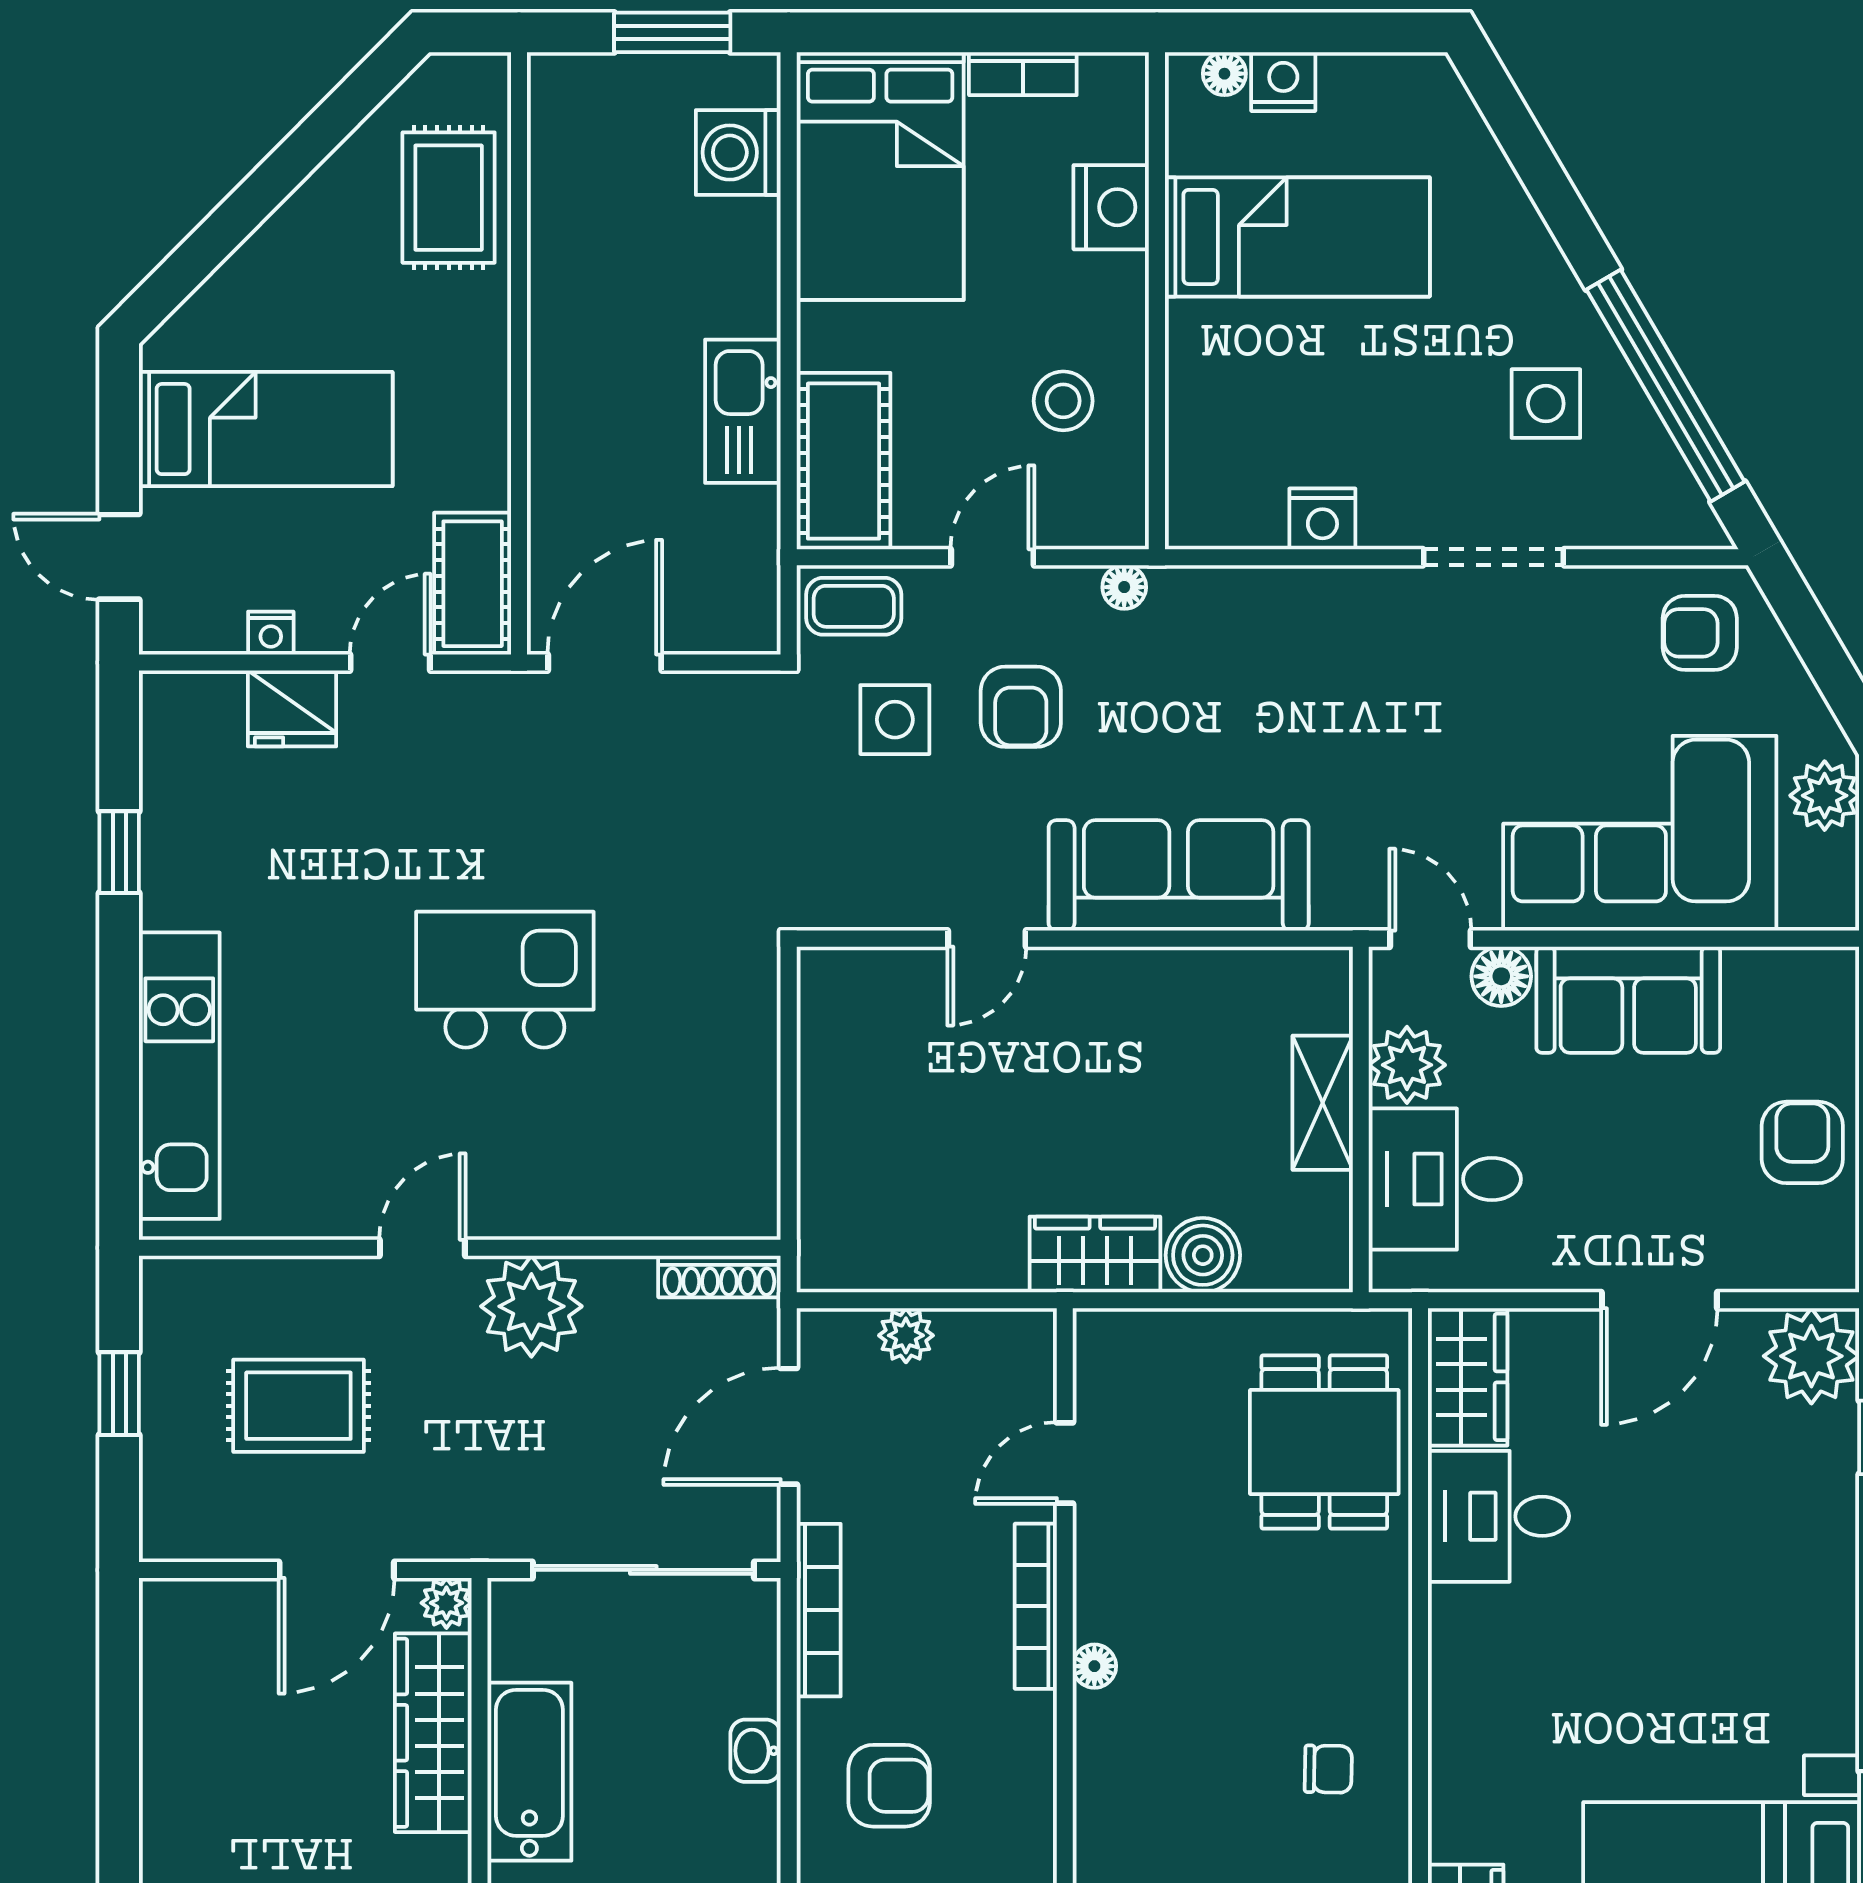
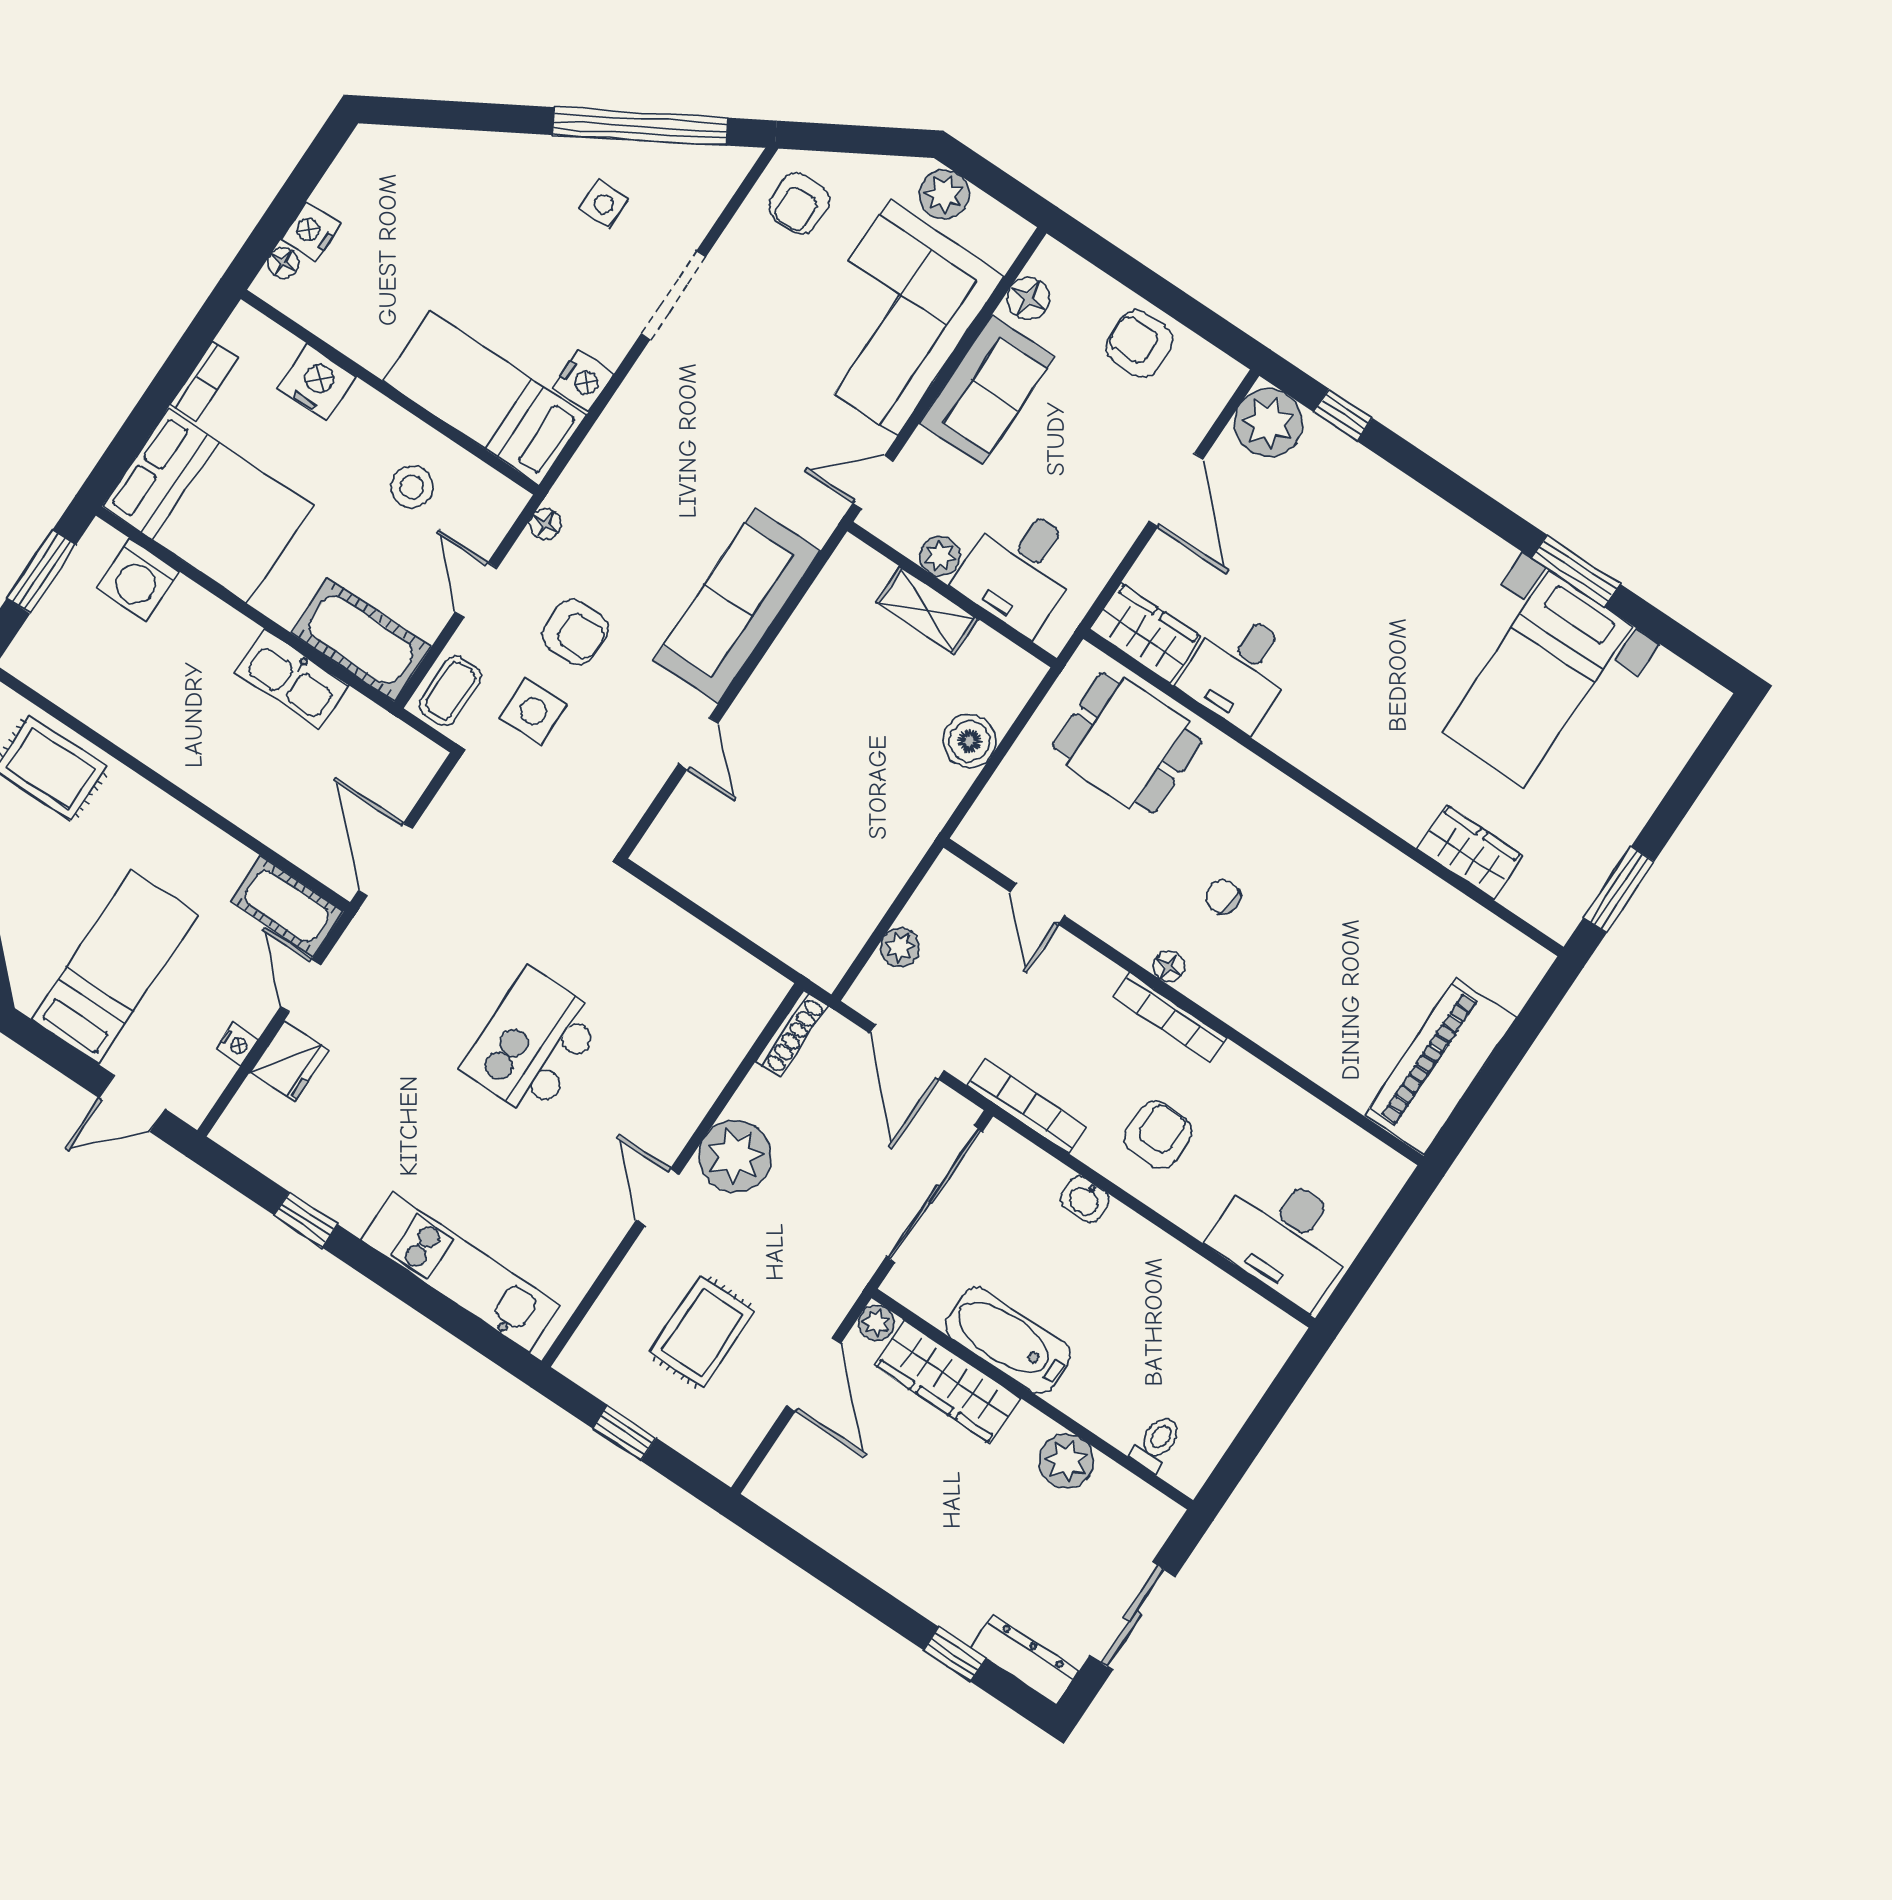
bed: (1297, 237) -> (485, 398), moved, turned -90
side table: (1546, 404) -> (604, 204), width x0.73, depth x0.73
floor lamp: (1501, 976) -> (1028, 298), moved
plant: (1407, 1065) -> (940, 556), width x0.73, depth x0.73
wardrobe: (1095, 1255) -> (927, 804), removed
bookcase: (1036, 1606) -> (1170, 1017), moved
chair: (1328, 1769) -> (1223, 897), moved, turned -84

